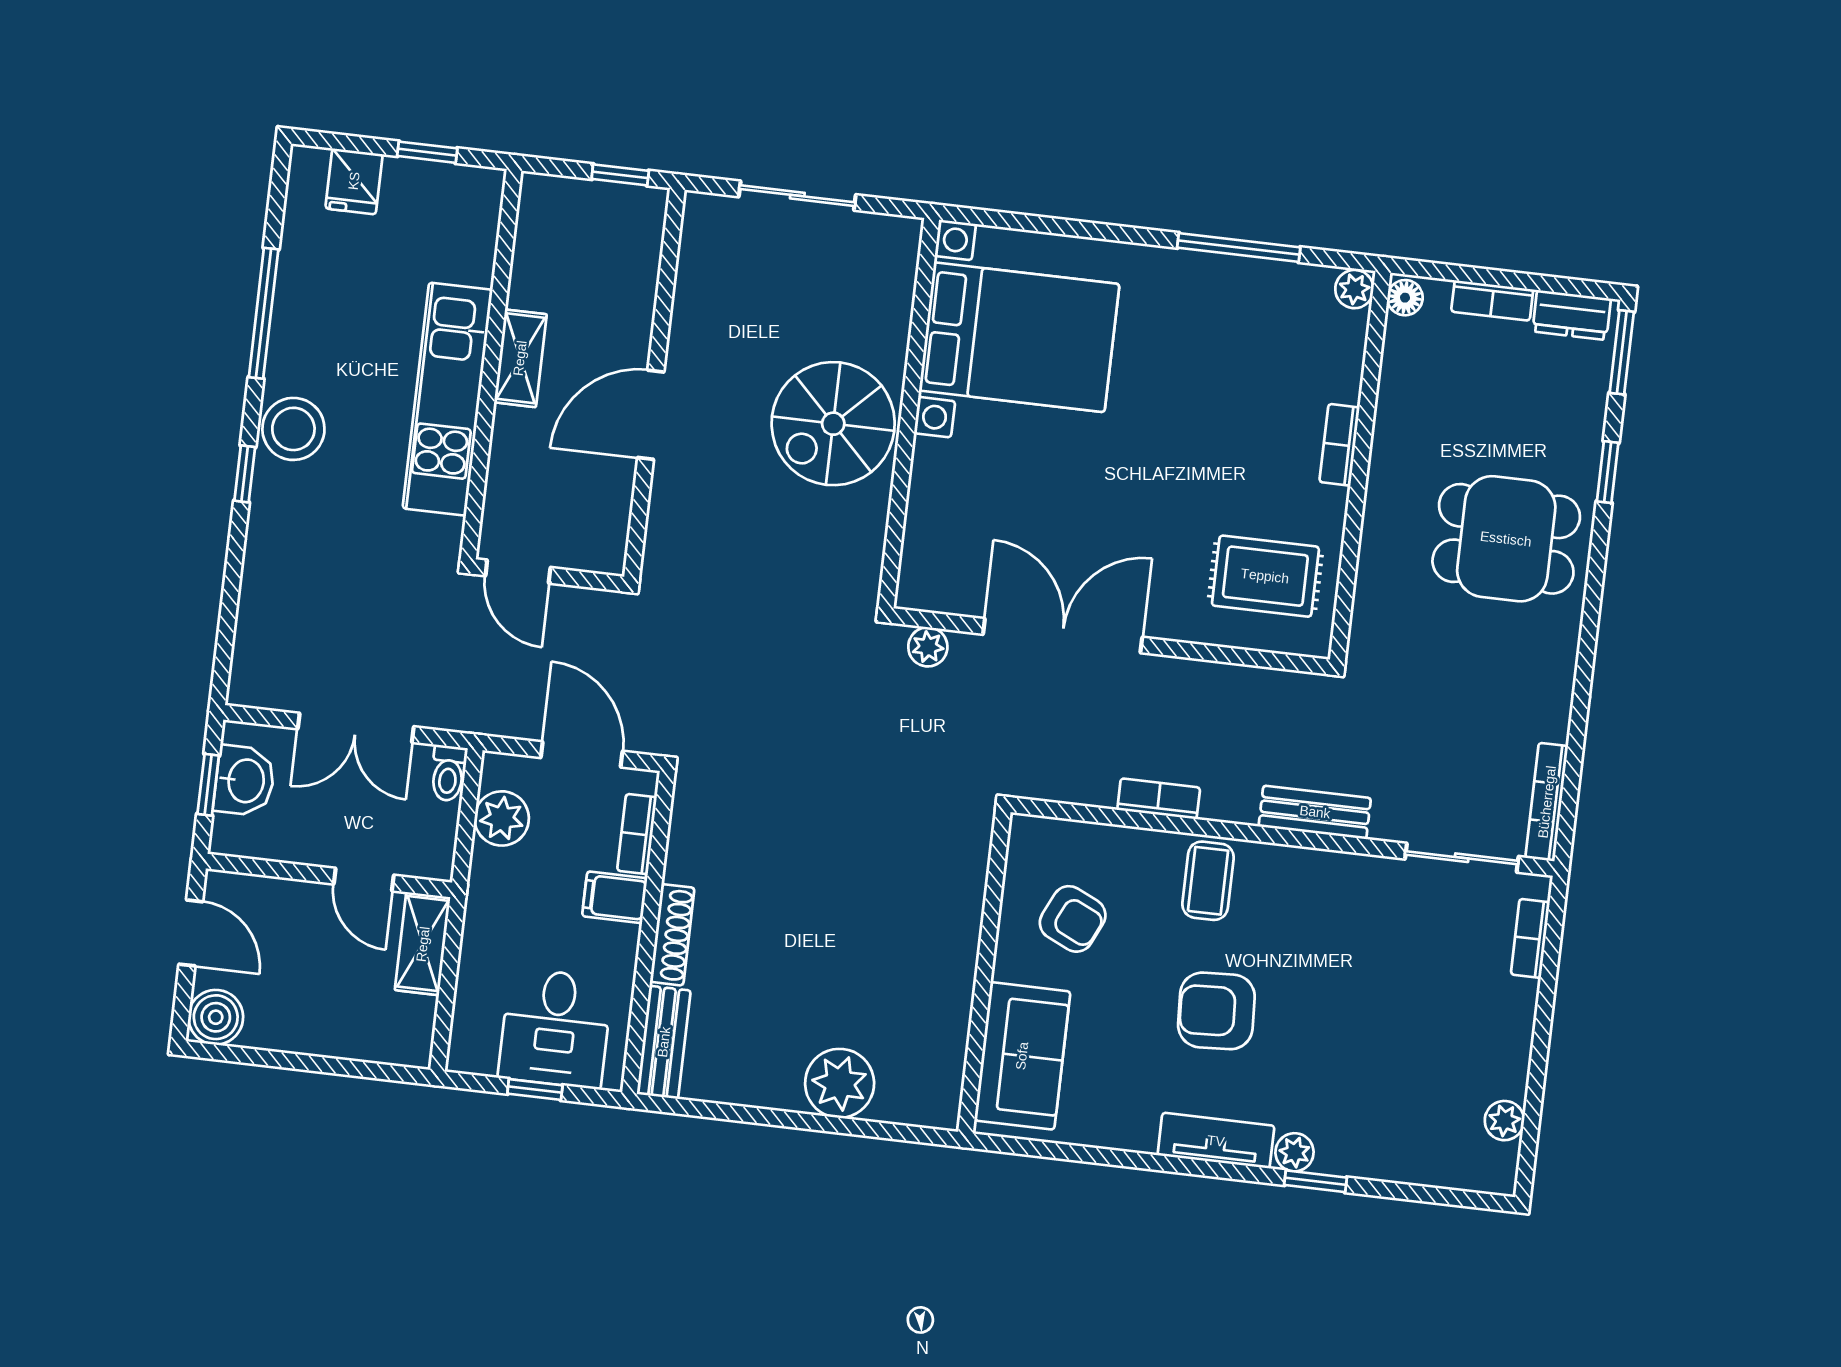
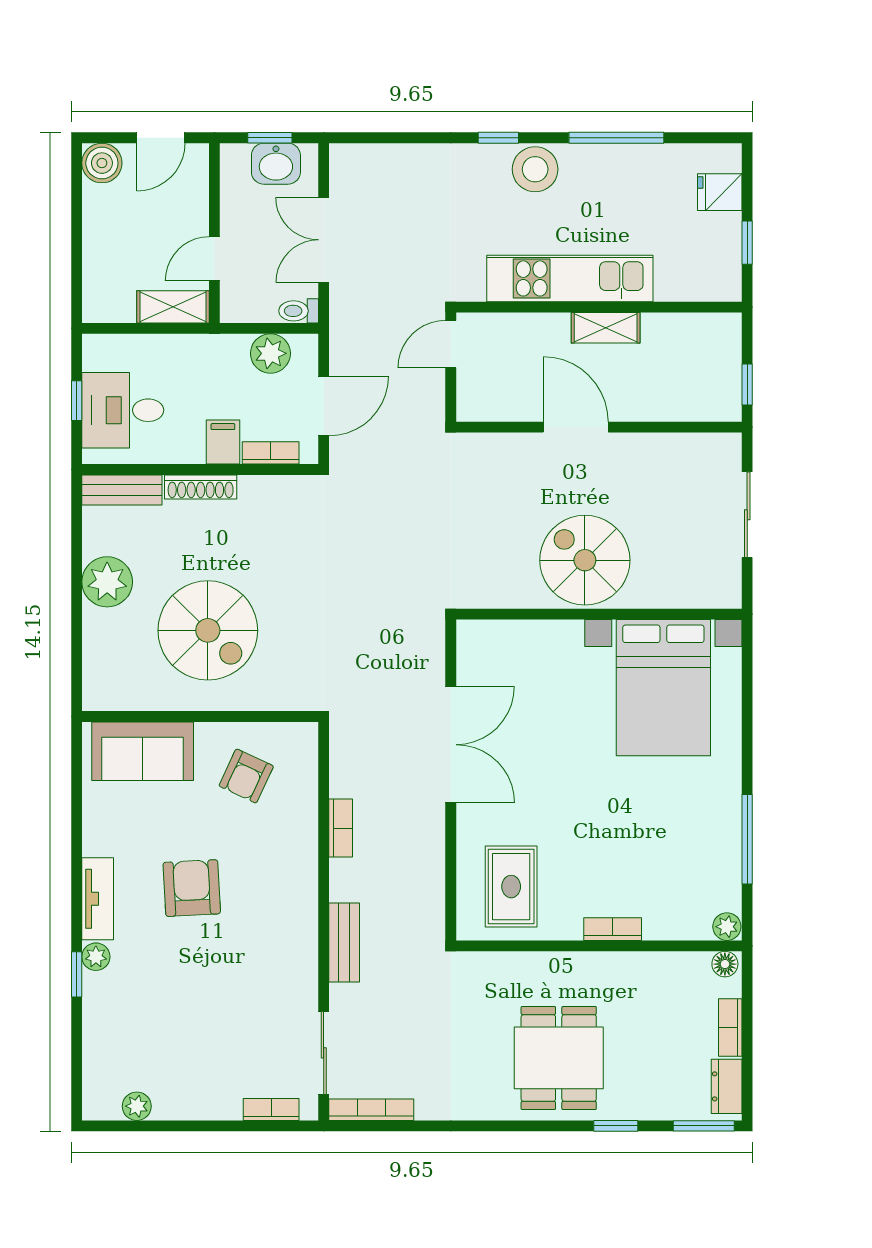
plant: (928, 647) -> (431, 648), removed
coffee table: (1208, 881) -> (285, 871), removed
spiral stairs: (868, 948) -> (208, 630), added
plant: (840, 1083) -> (107, 582), moved

